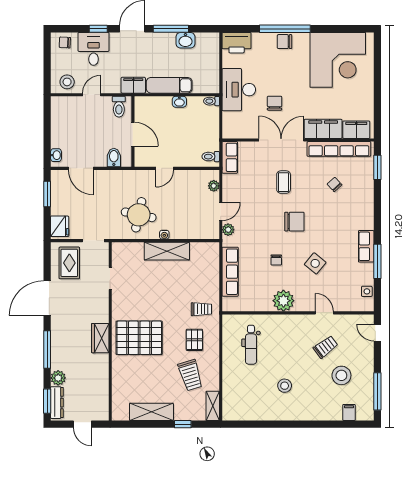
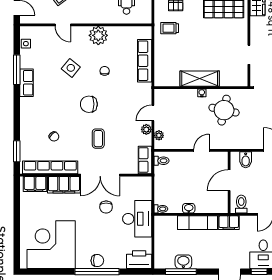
window: (171, 29) -> (181, 272), moved
door: (133, 134) -> (229, 180), hinge flipped
plant: (228, 230) -> (146, 129), moved

